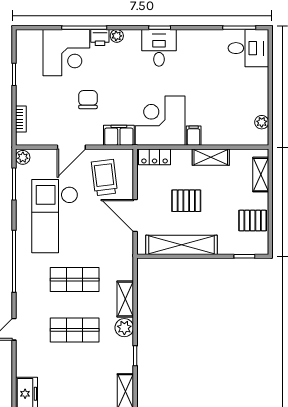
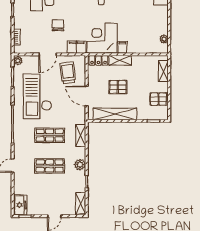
shelving: (211, 157) -> (120, 60), moved
shelving: (125, 299) -> (81, 135), moved

